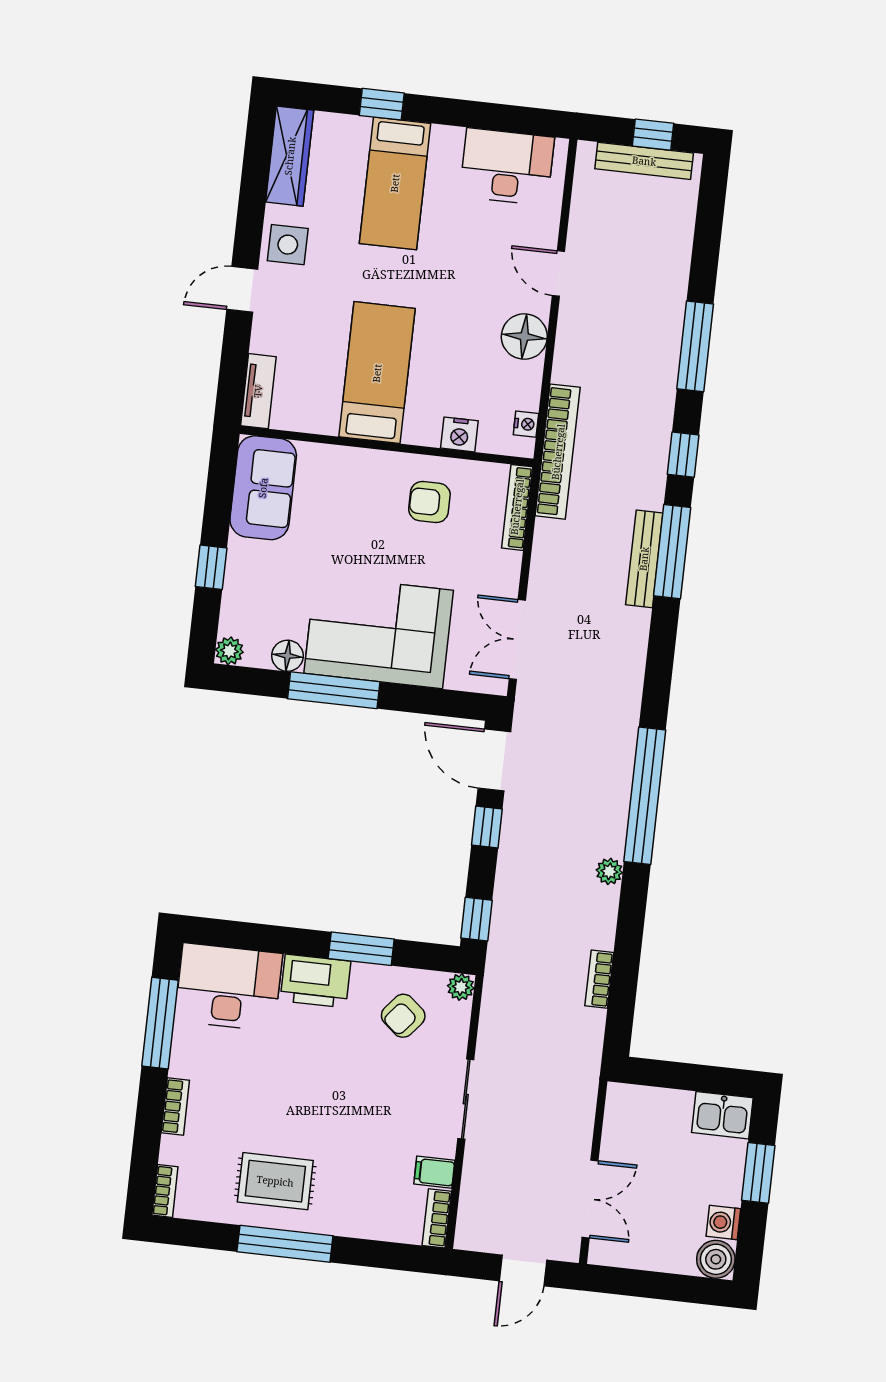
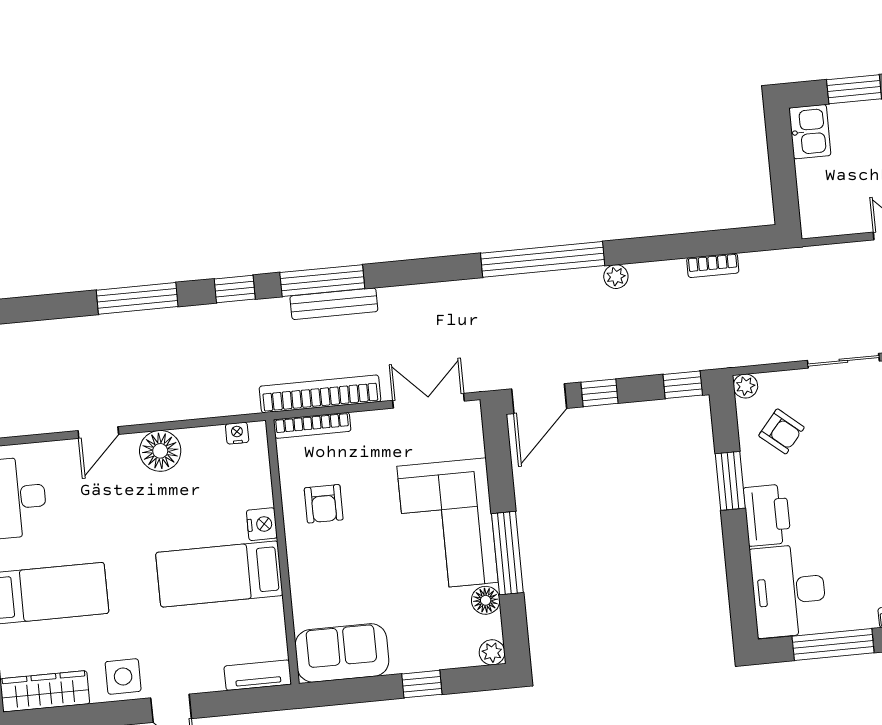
nightstand: (459, 434) -> (262, 524), moved
bookcase: (558, 452) -> (320, 394), moved
double door: (517, 639) -> (429, 401), swing flipped

